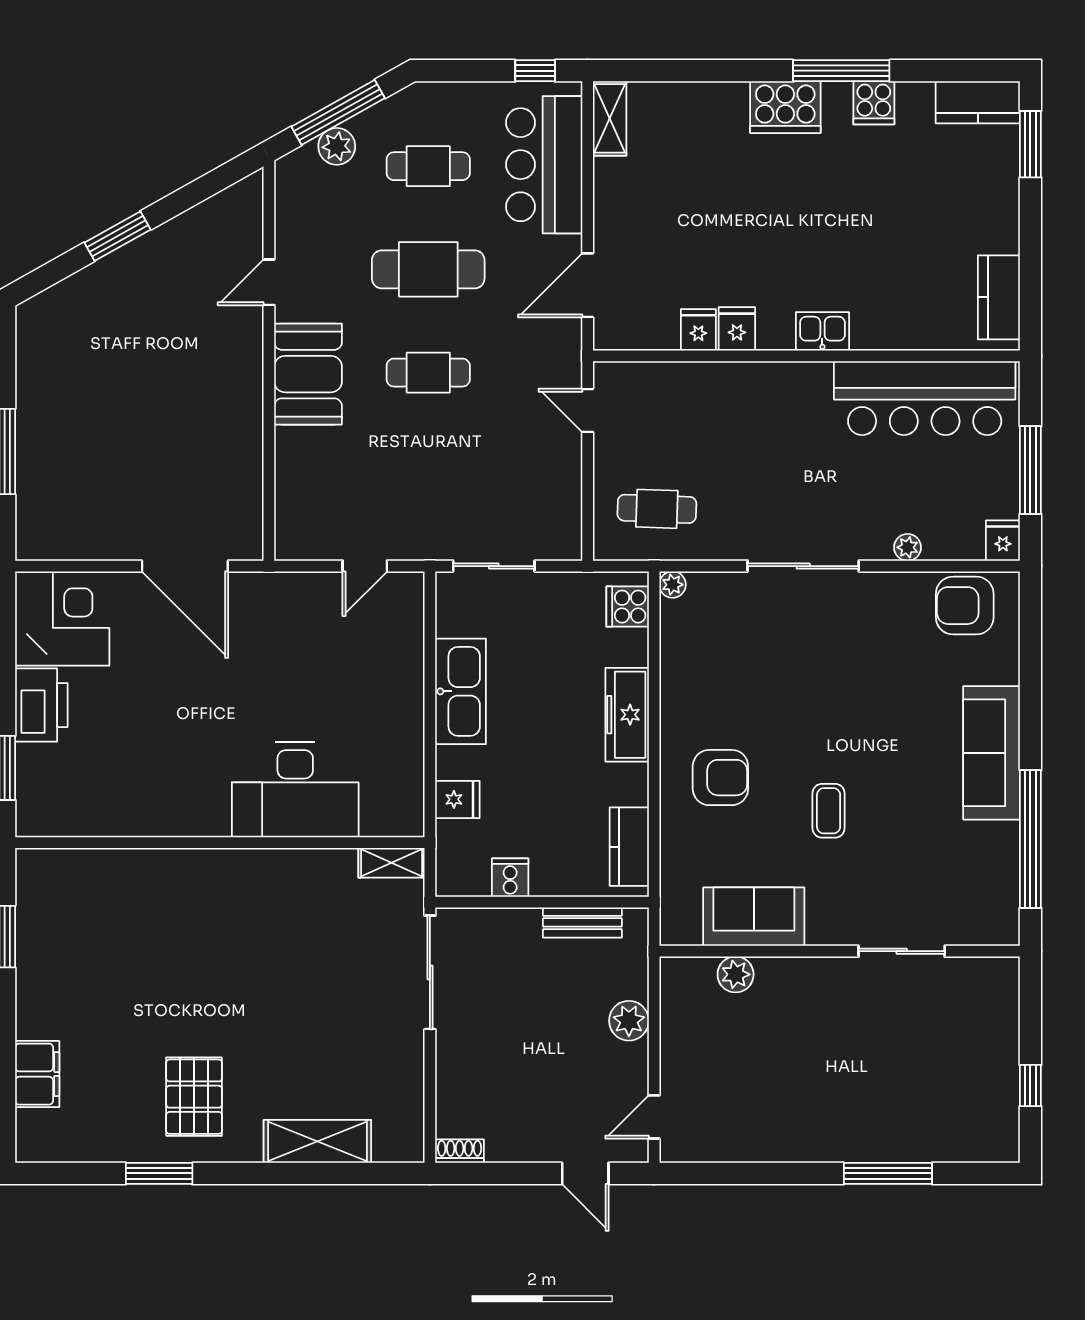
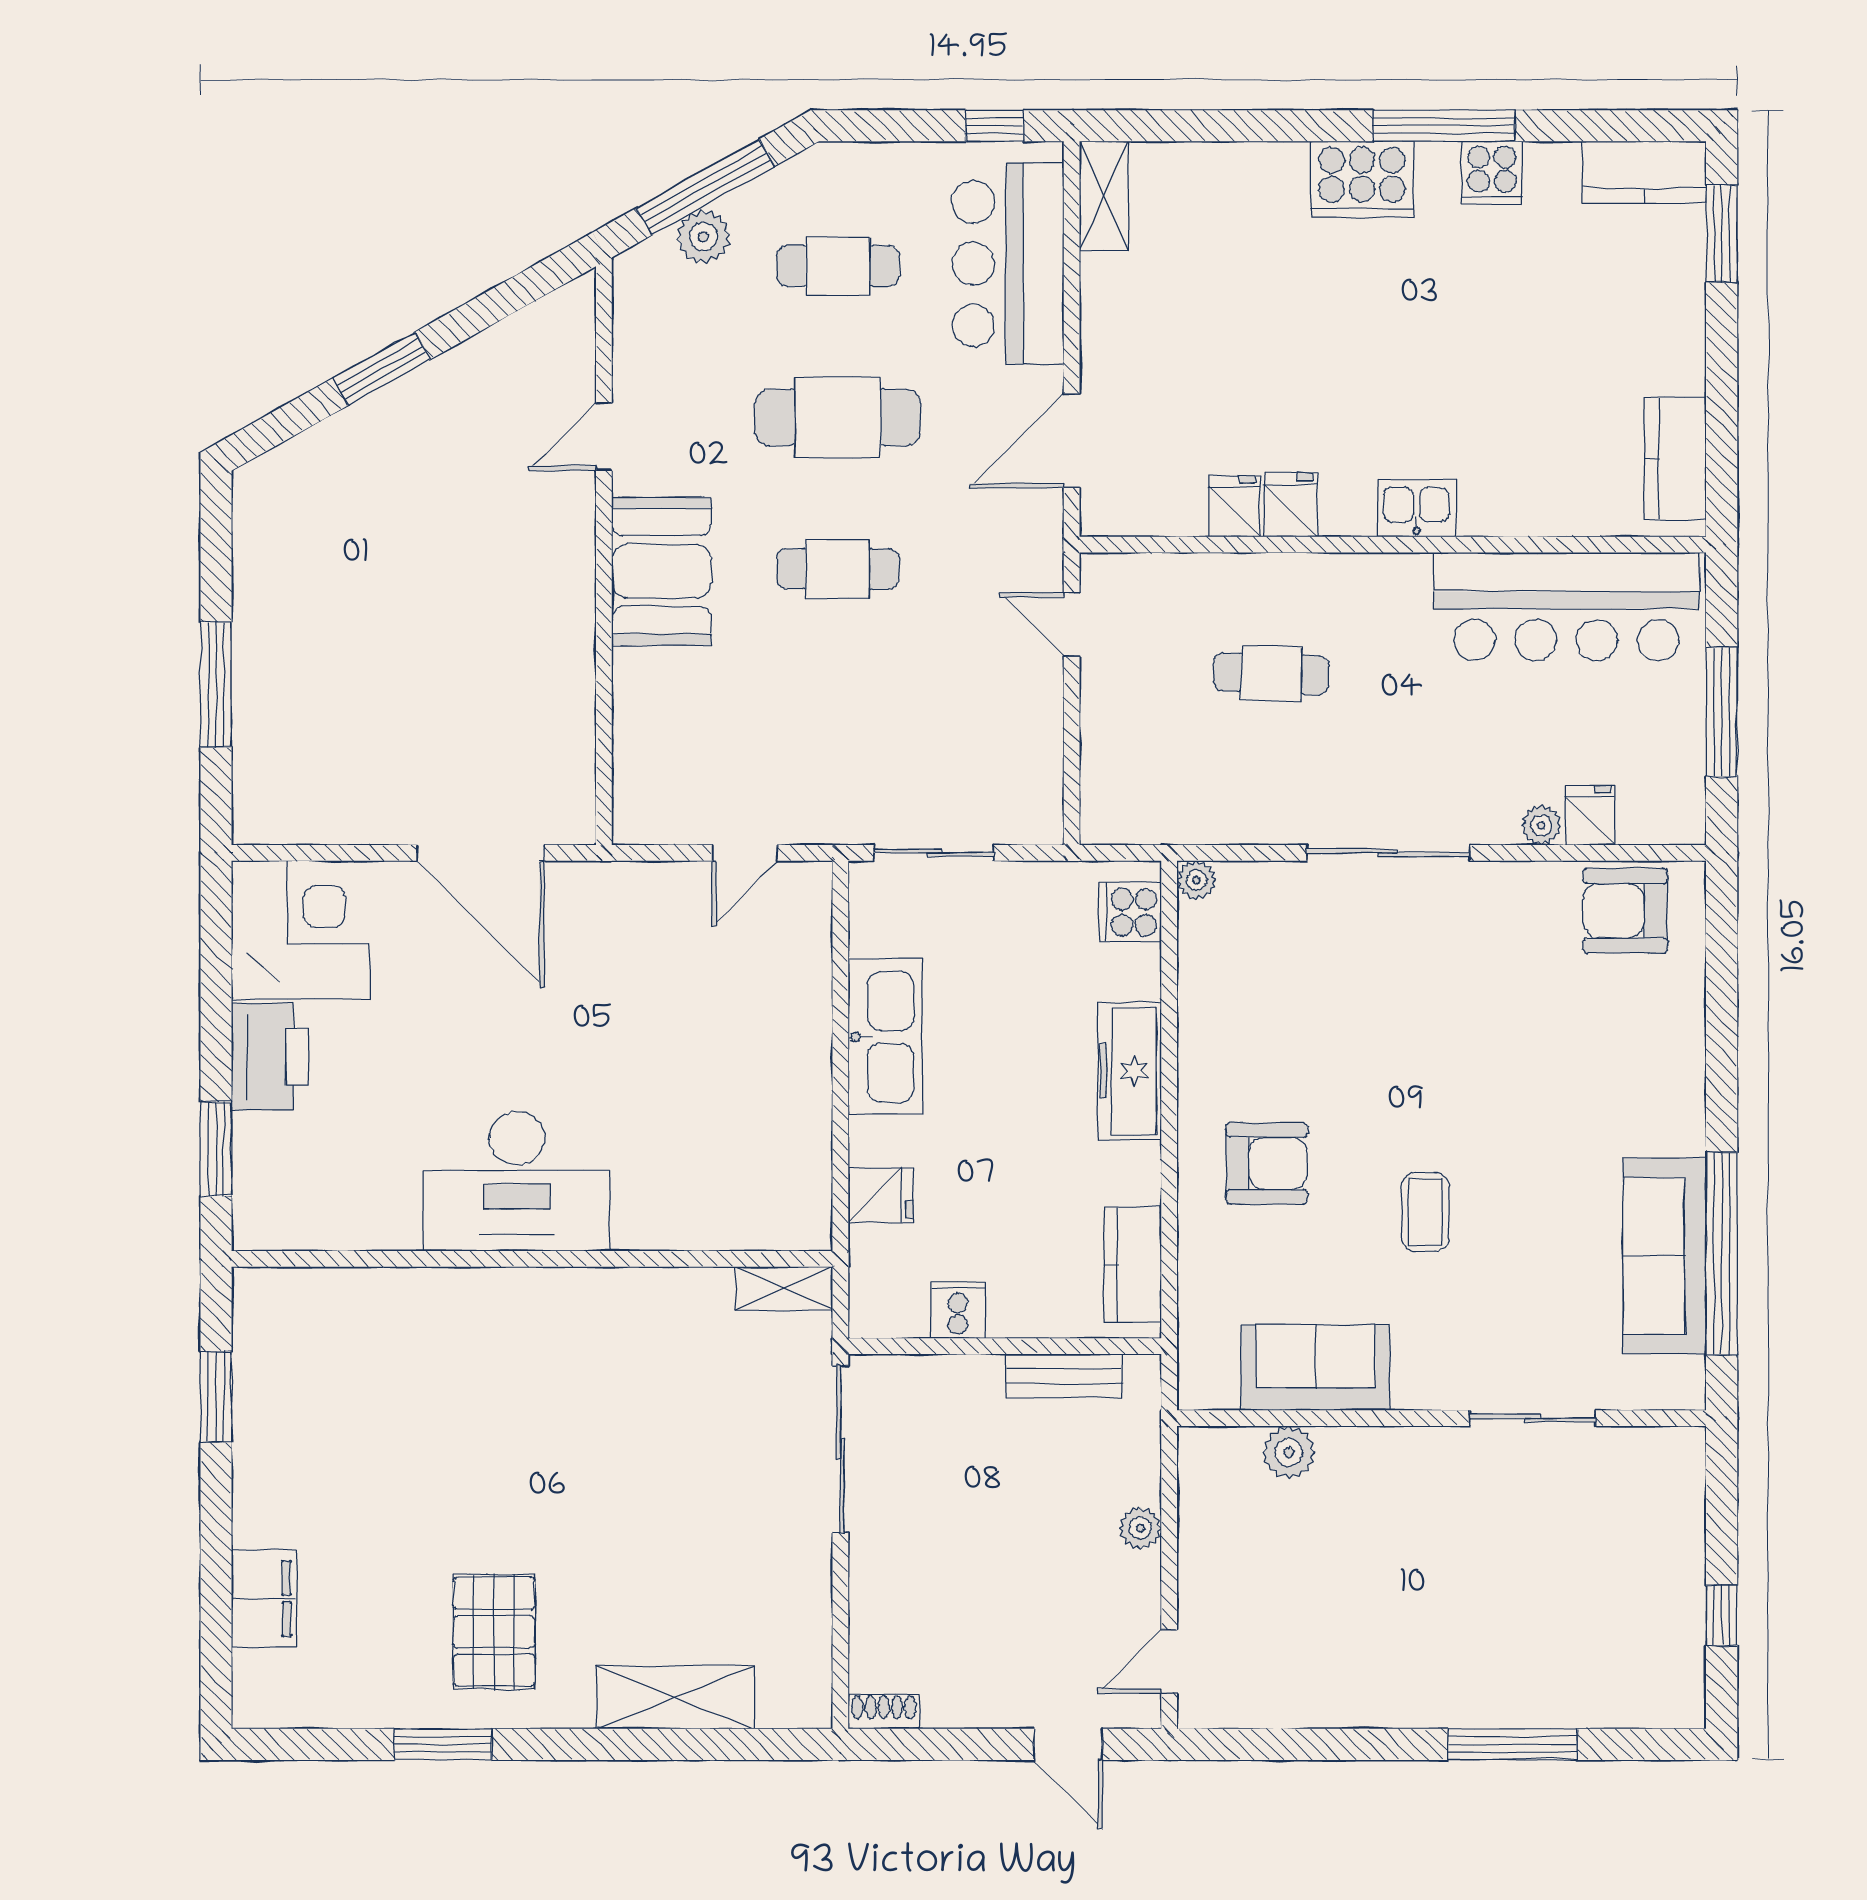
cafe table: (657, 509) -> (1271, 674), moved
fridge: (1003, 541) -> (1590, 815), moved
sofa: (992, 753) -> (1665, 1256), moved
desk: (295, 790) -> (517, 1181), moved
plant: (629, 1021) -> (1140, 1528), width x0.73, depth x0.73

